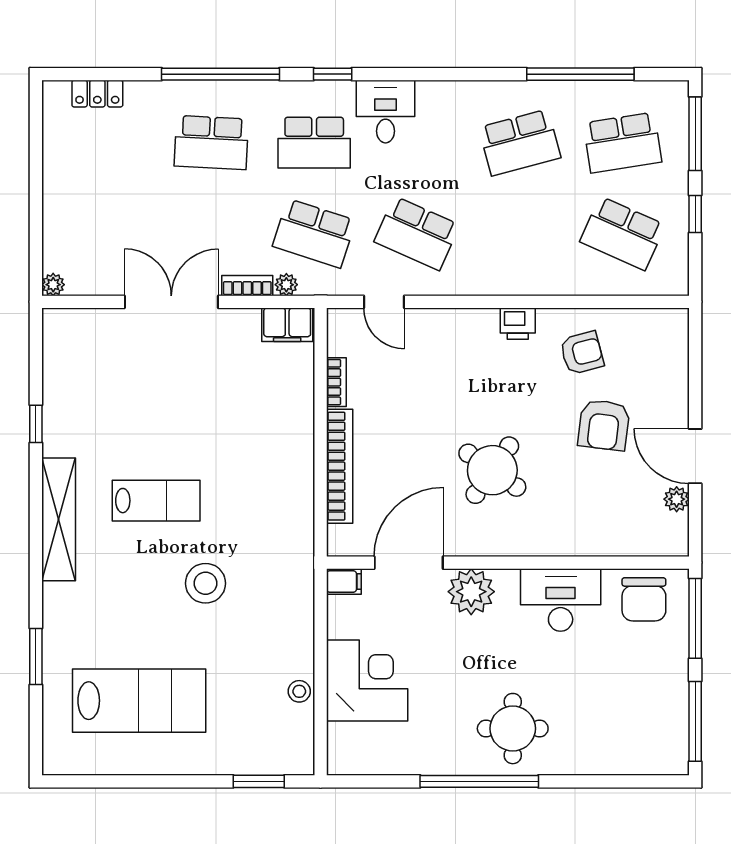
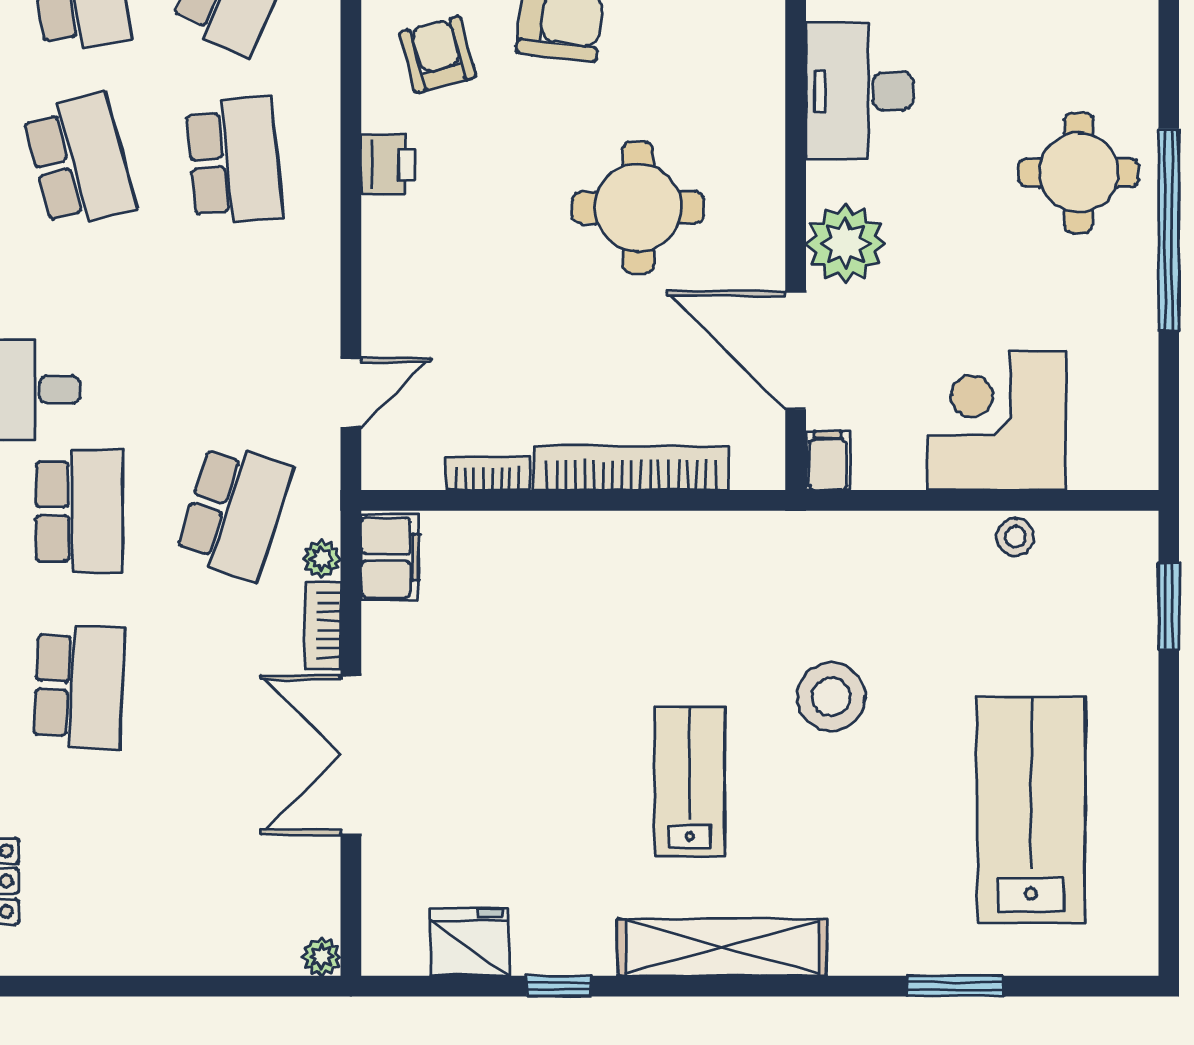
school desk: (417, 233) -> (234, 161), moved, turned -30
fridge: (62, 371) -> (469, 942), added
round table: (492, 470) -> (638, 207), turned -35

